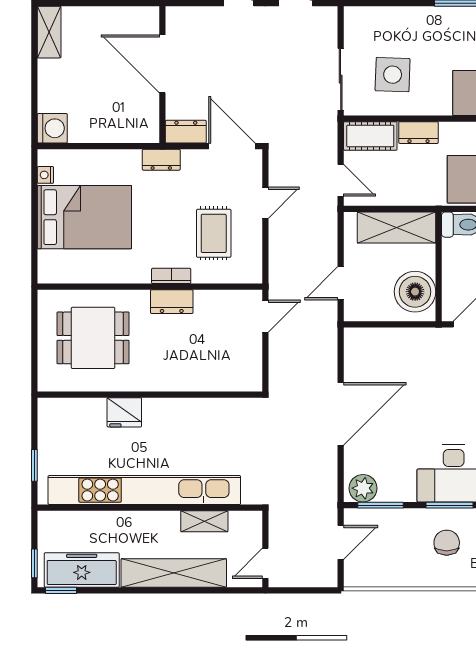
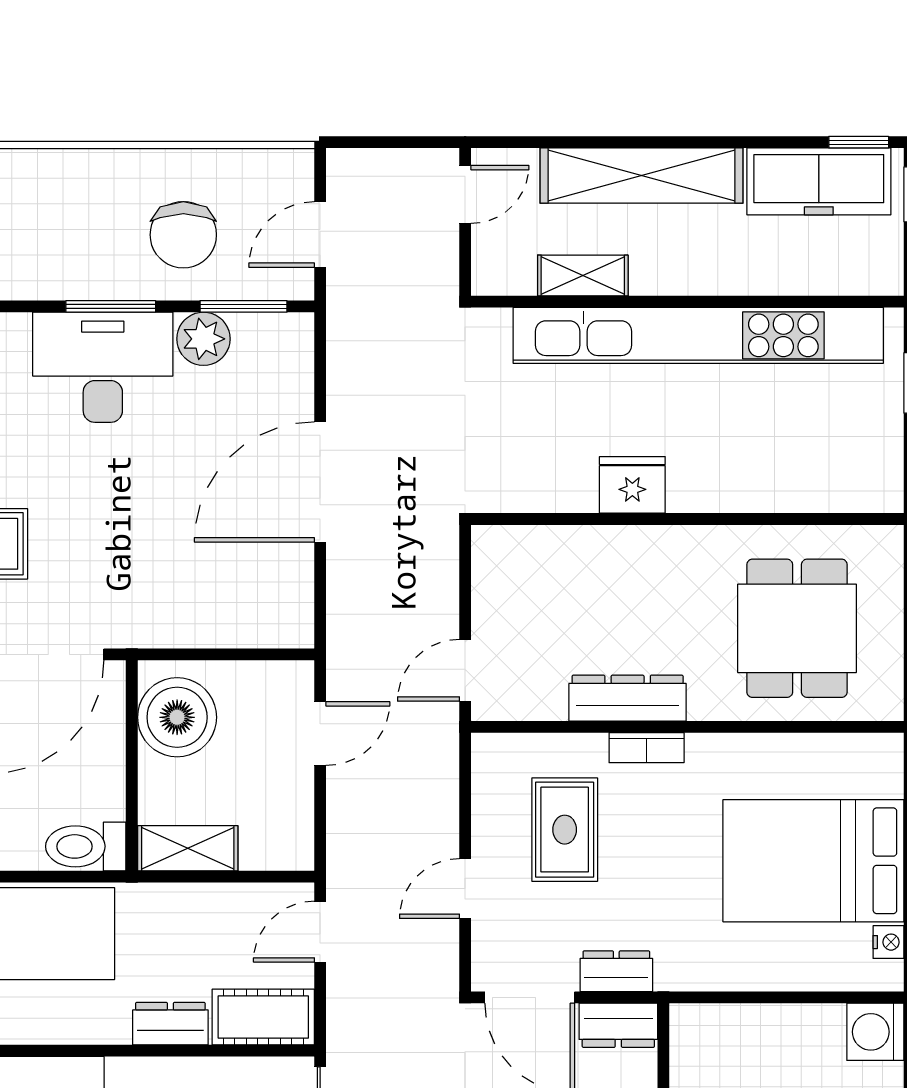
dresser: (161, 160) -> (616, 971), moved
door: (341, 180) -> (320, 932), hinge flipped
shelving: (396, 228) -> (188, 848), width x0.67, depth x0.75
dresser: (172, 302) -> (628, 698), width x1.44
dining table: (93, 338) -> (797, 628), turned 90
fridge: (124, 412) -> (632, 485), moved
plant: (363, 488) -> (203, 339), moved
chair: (447, 543) -> (183, 235), moved, width x1.37, depth x1.37

